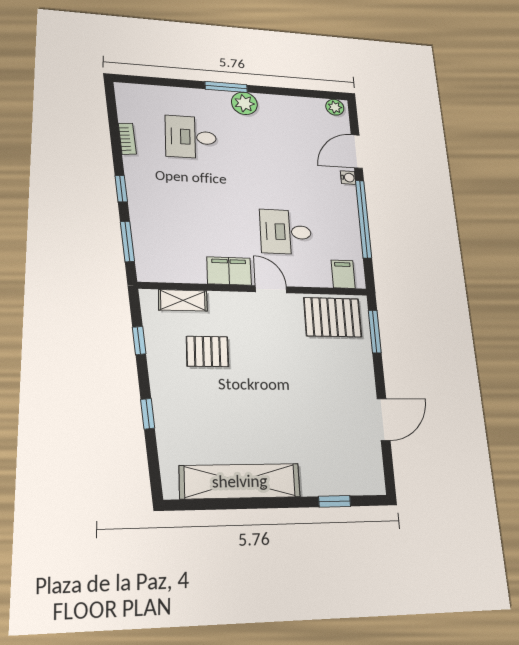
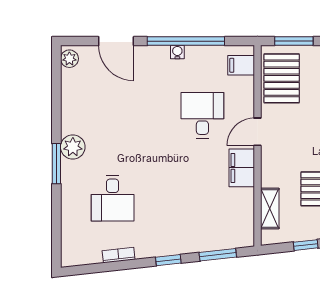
water cooler: (348, 178) -> (177, 52), moved
desk: (286, 232) -> (202, 115), turned 180

